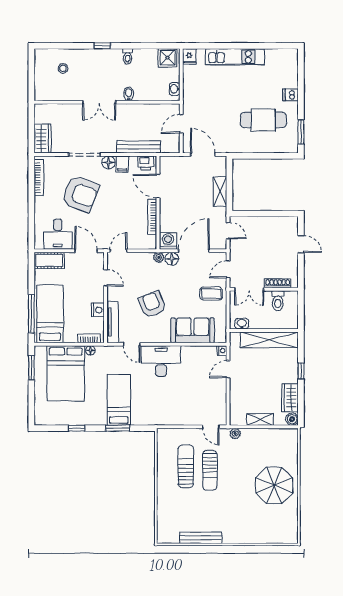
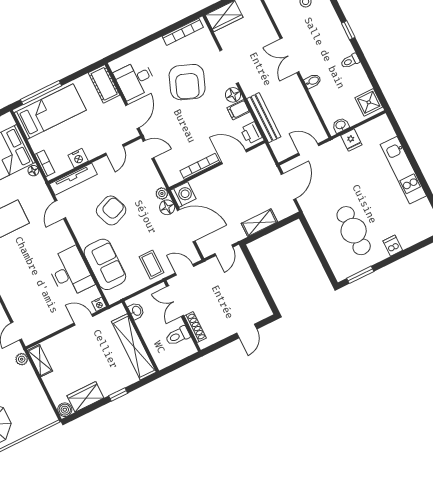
fridge: (189, 56) -> (351, 140), moved, turned -90
door: (158, 186) -> (234, 157), hinge flipped
desk: (161, 361) -> (70, 272), moved
shelving: (260, 420) -> (40, 361), moved

